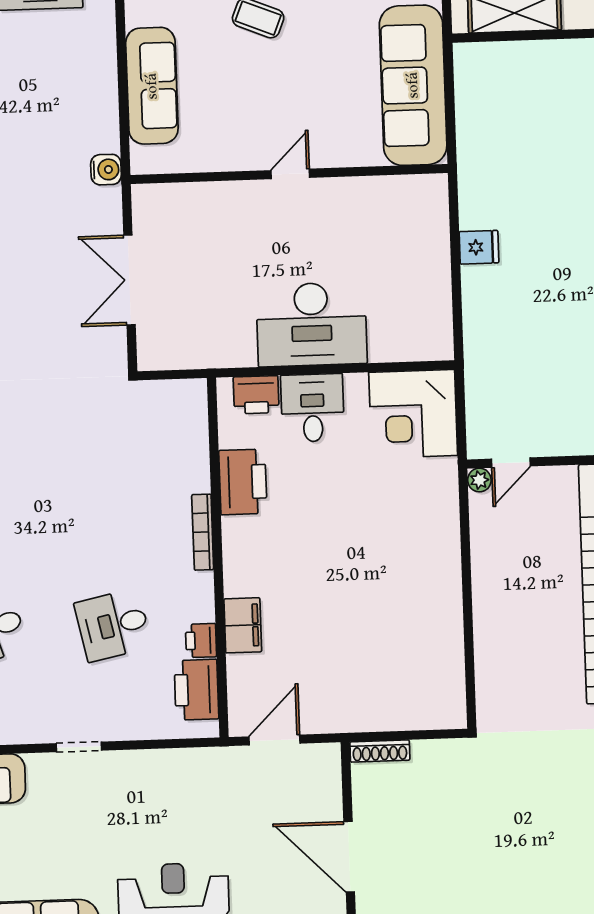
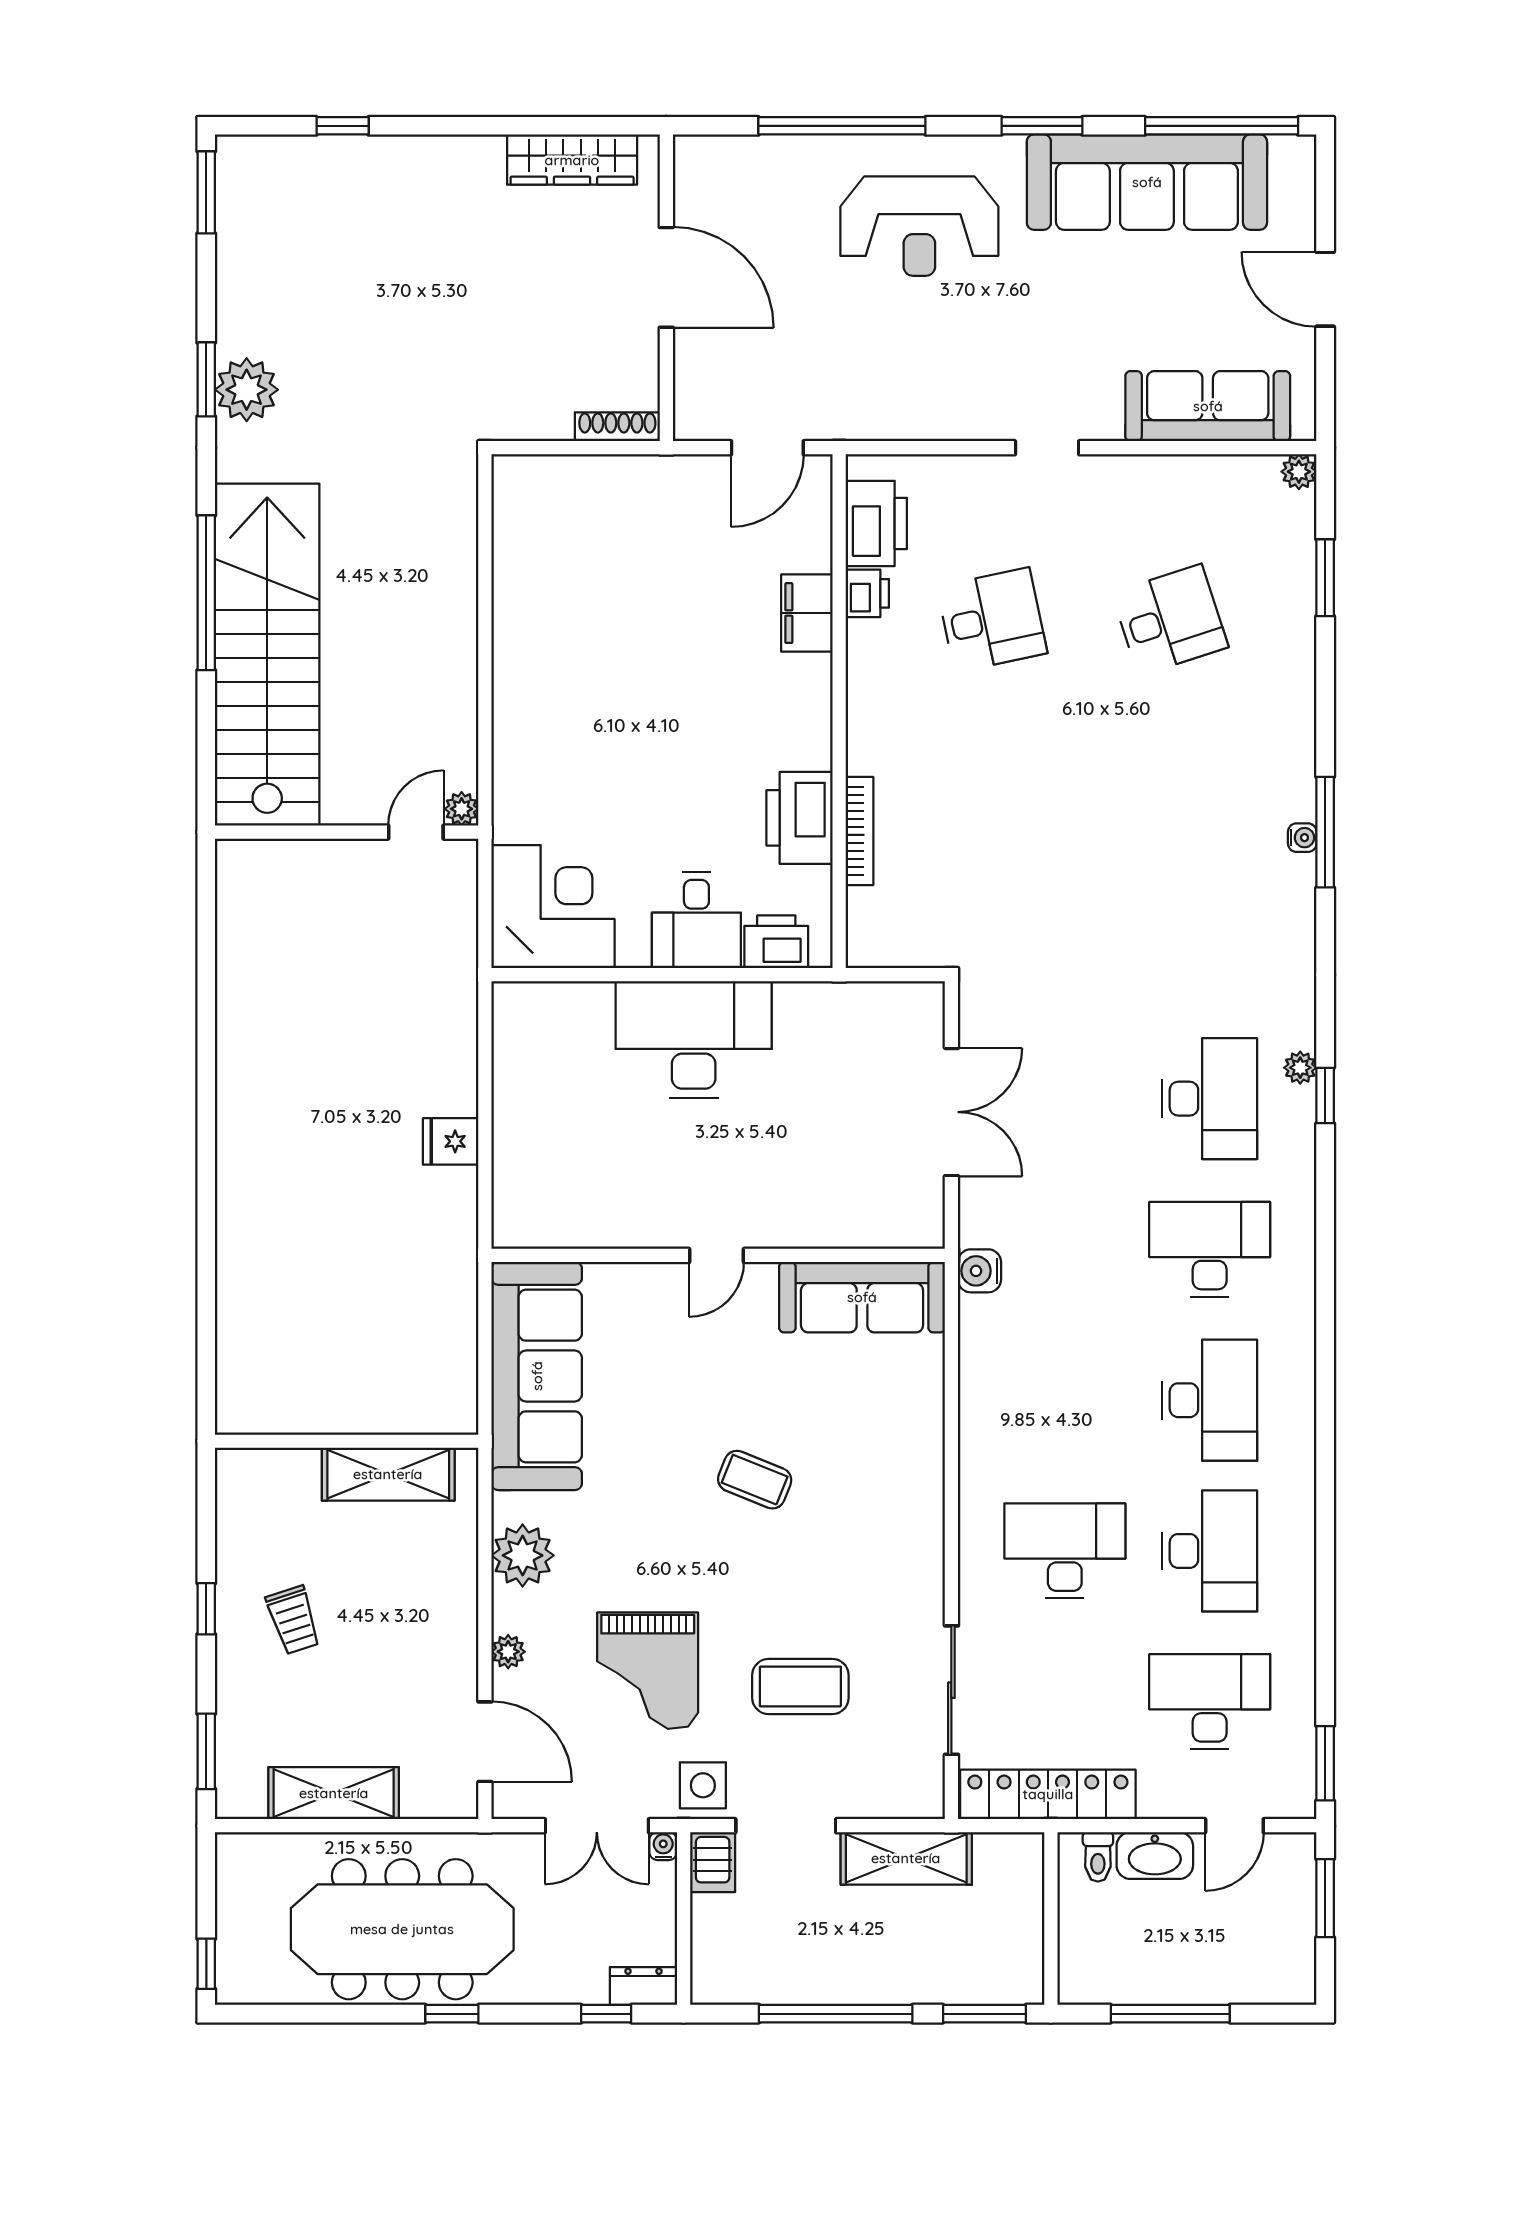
sofa: (152, 86) -> (862, 1297), moved, turned -90
bookcase: (203, 532) -> (859, 831), moved

